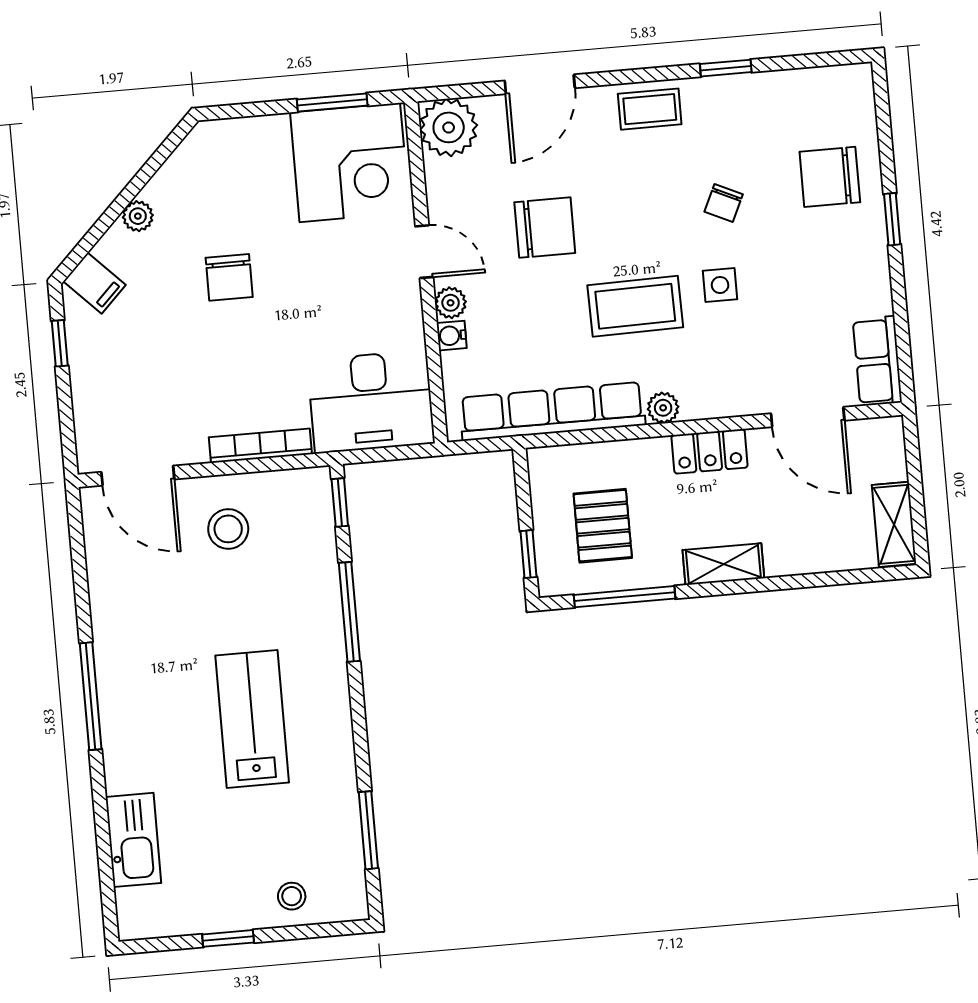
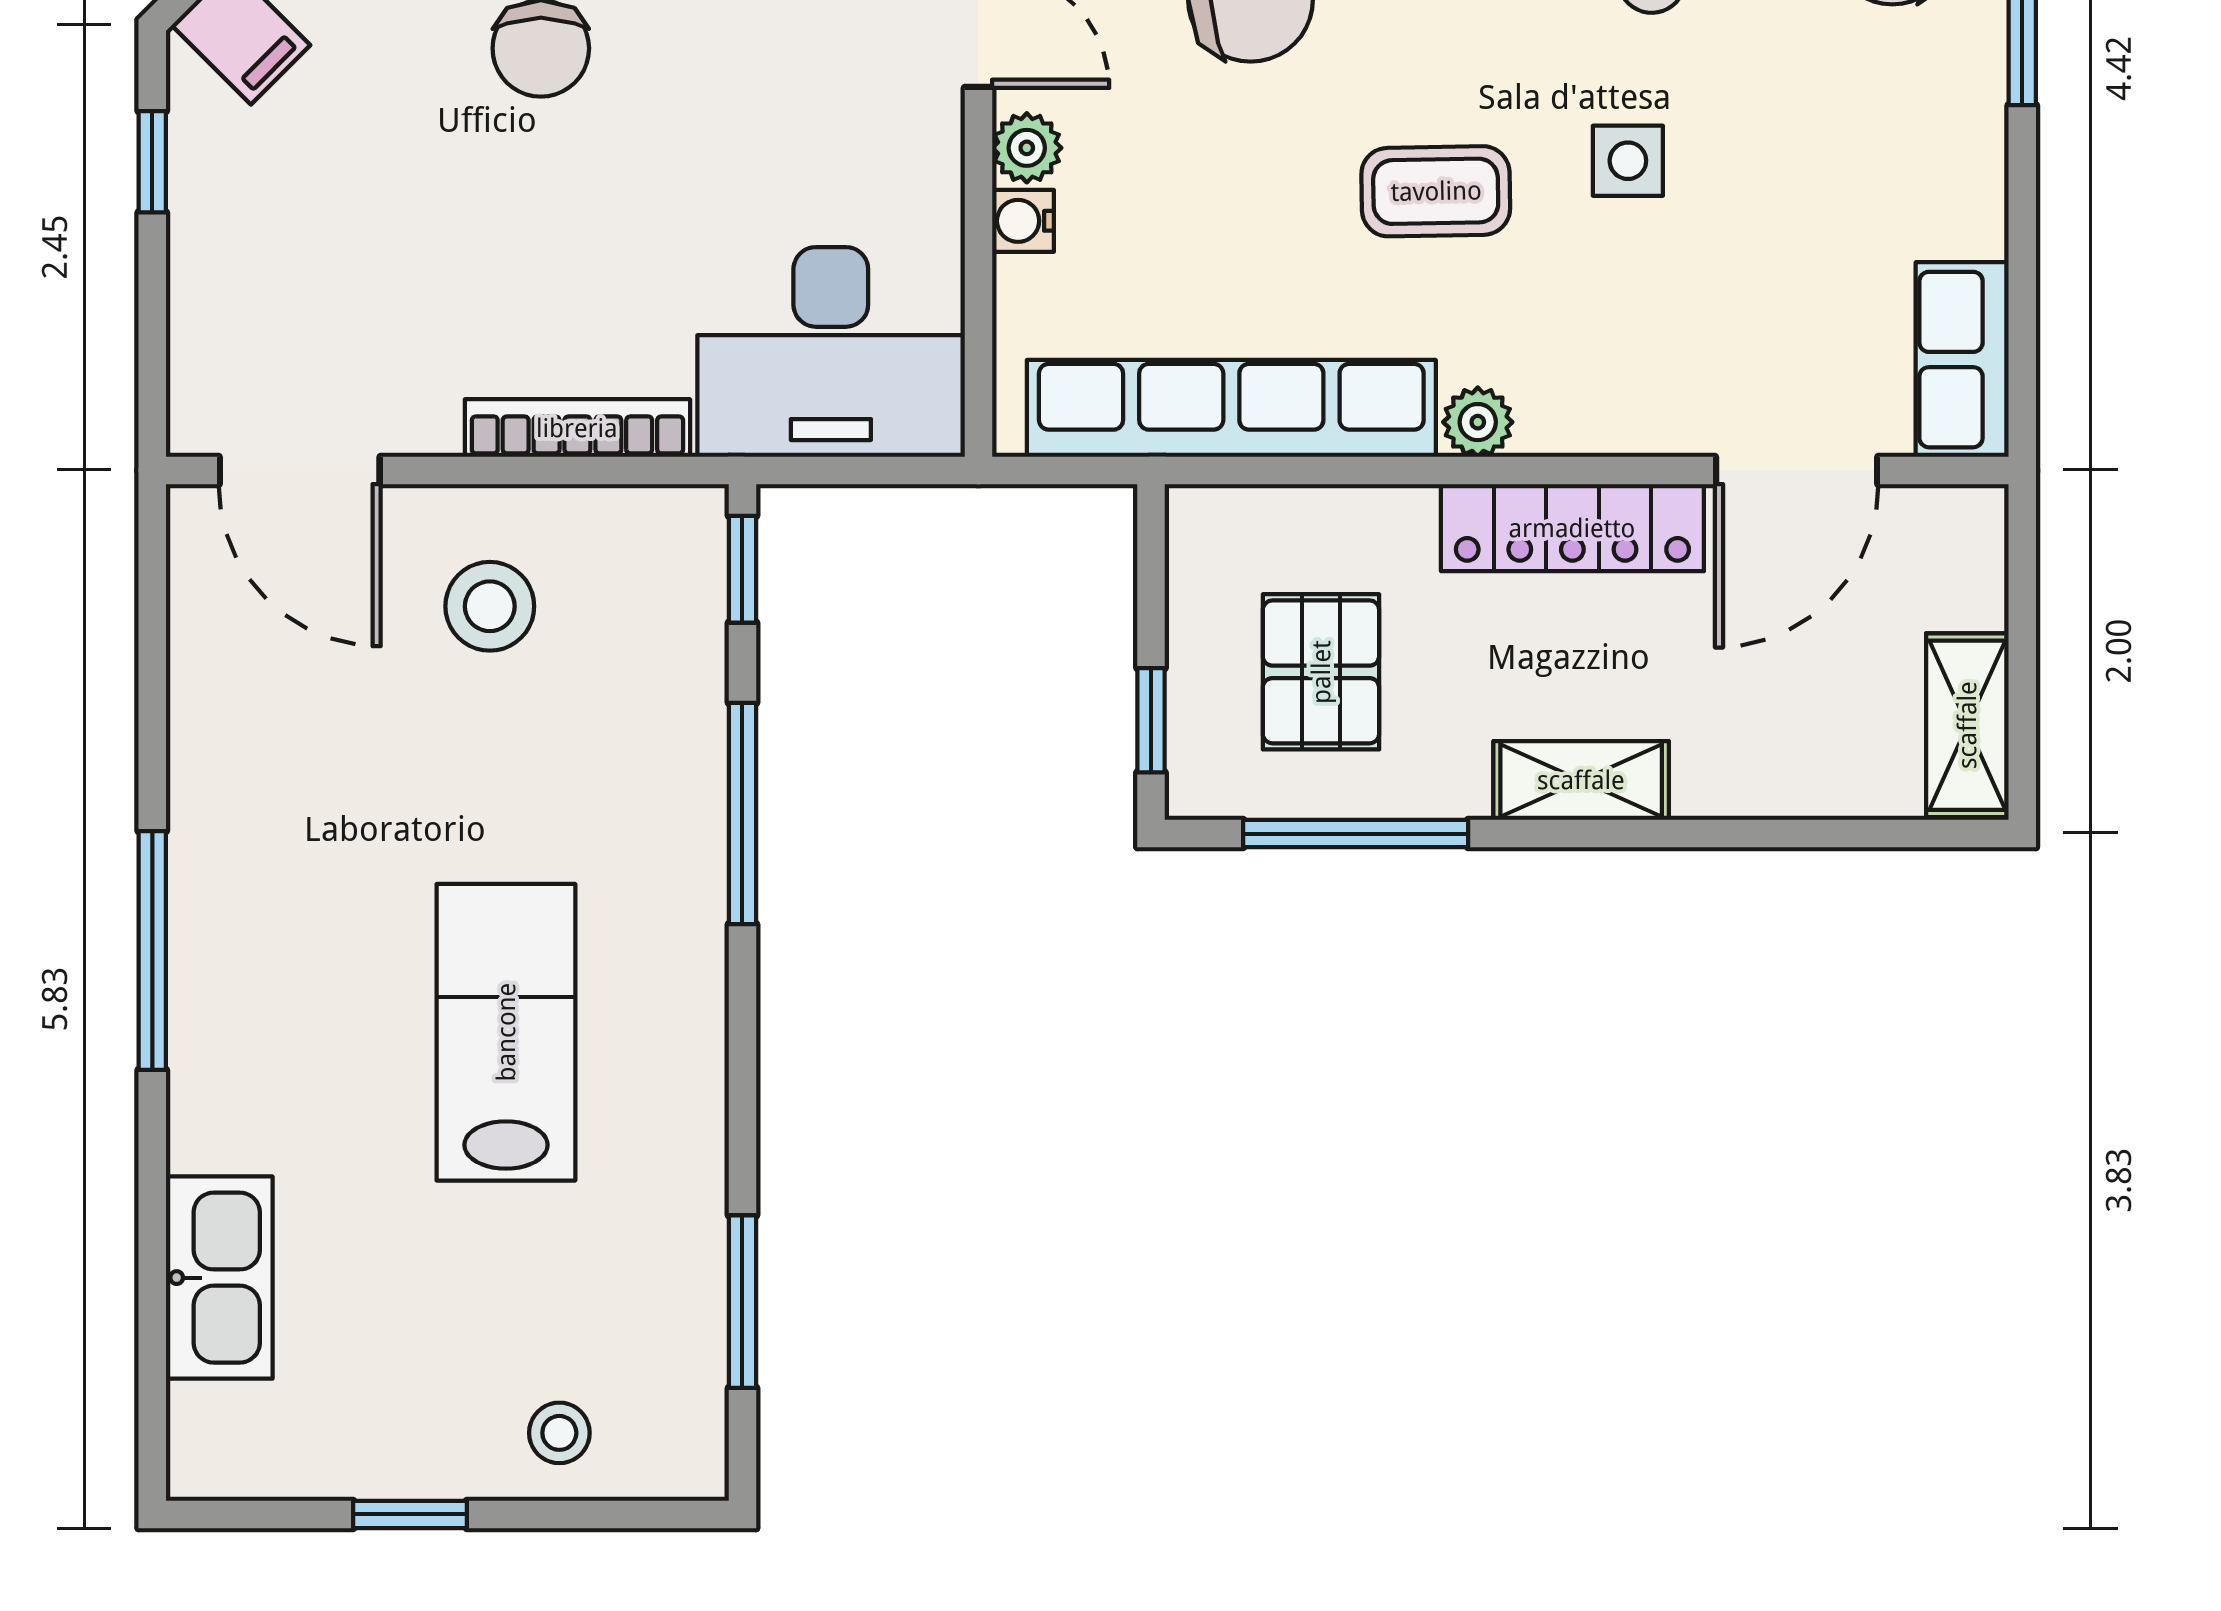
coffee table: (635, 306) -> (1436, 191), width x0.73, depth x0.77
door: (808, 417) -> (1797, 470), hinge flipped
locker: (710, 451) -> (1572, 528), width x1.53

